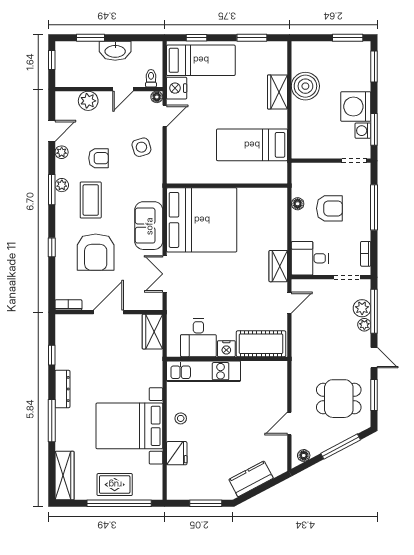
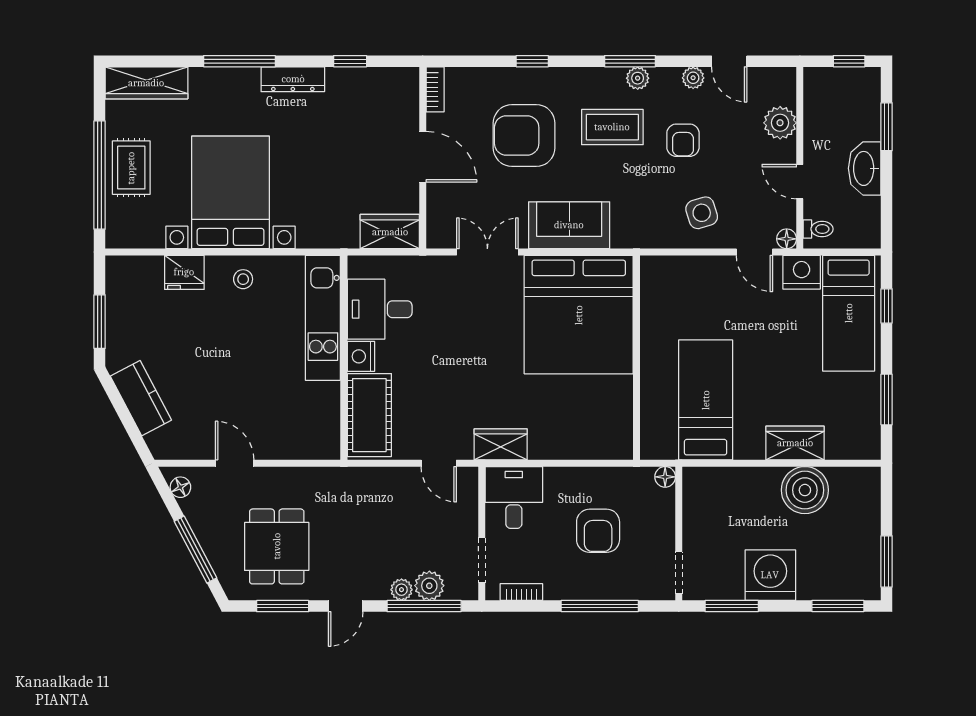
washing machine: (363, 131) -> (730, 587), removed
floor lamp: (298, 204) -> (665, 477), moved

